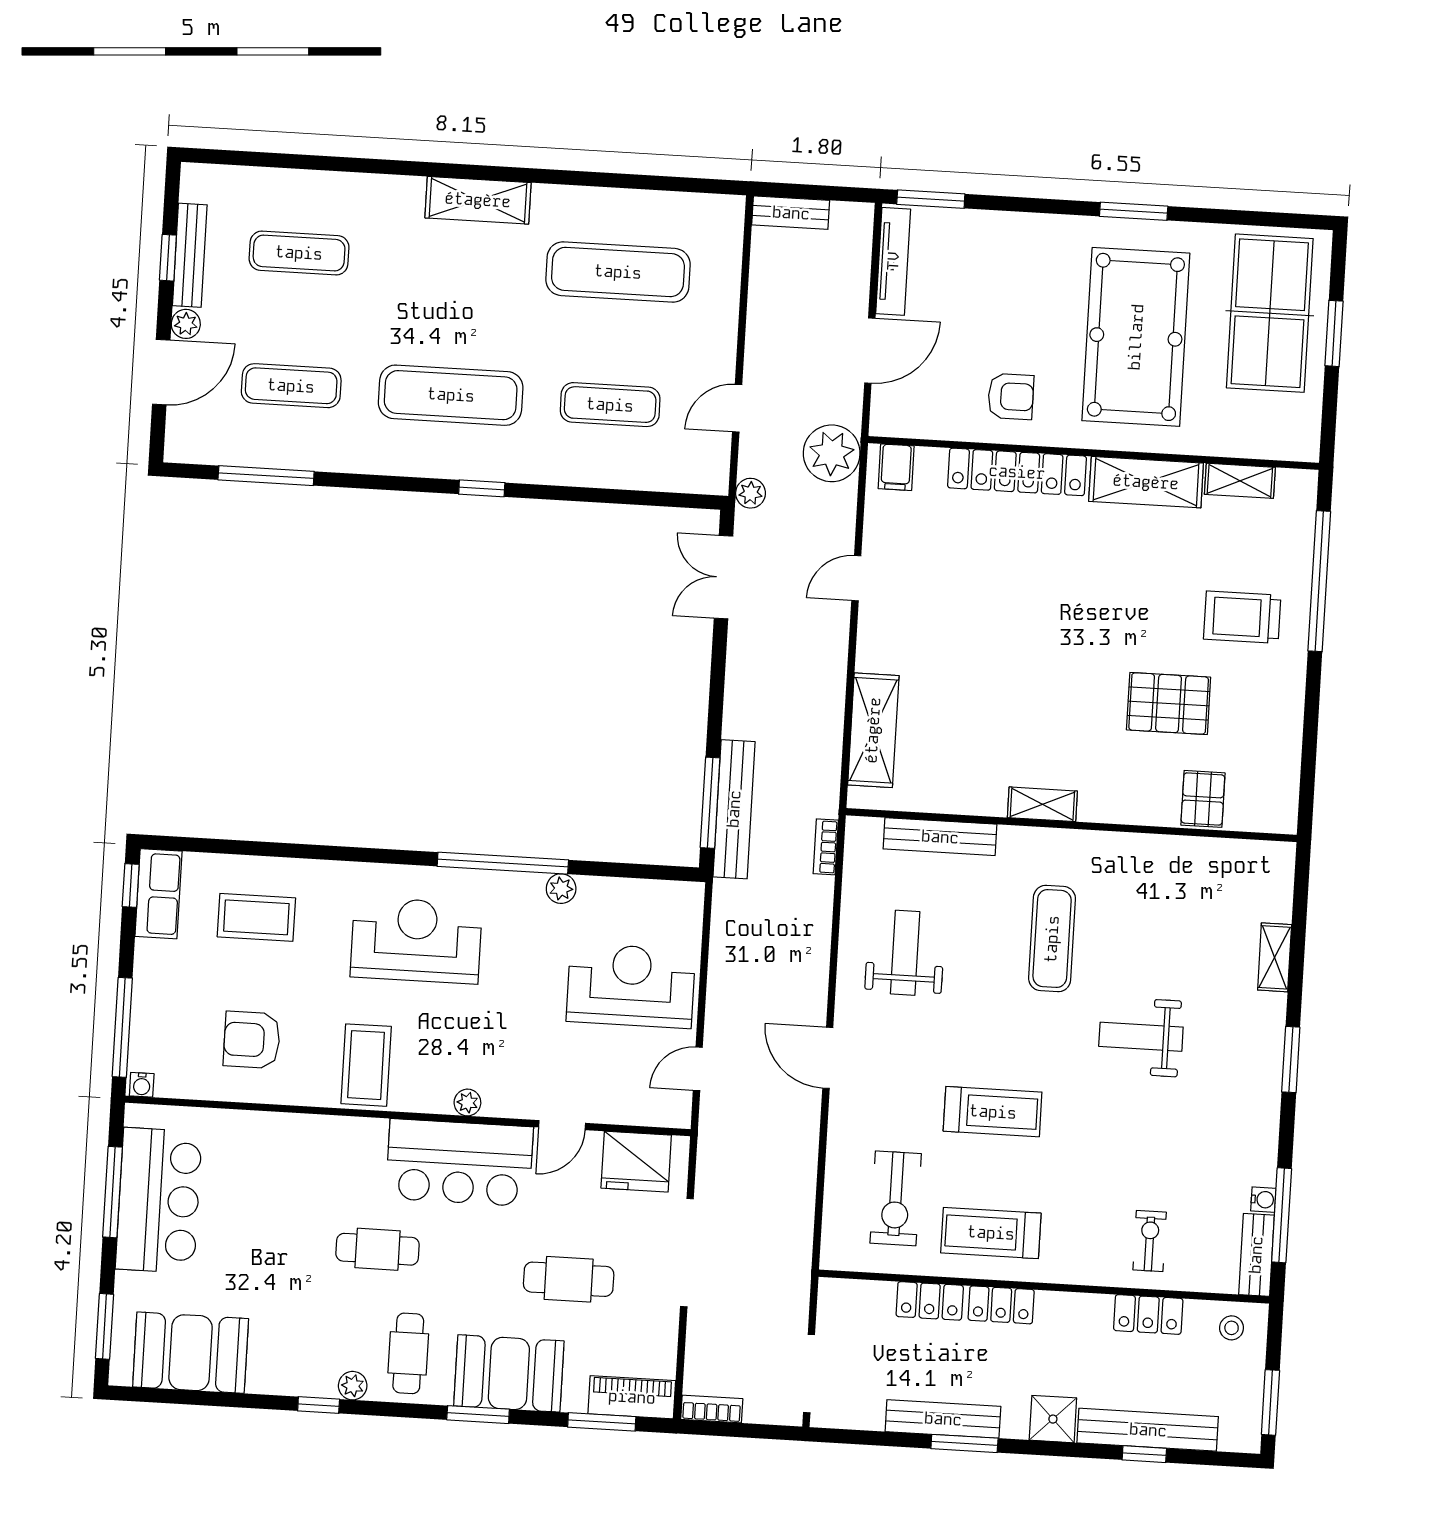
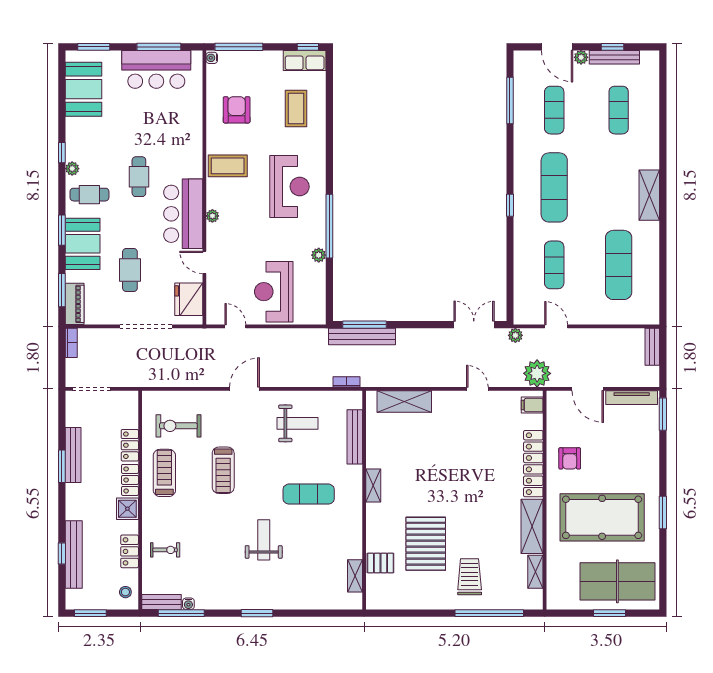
pallet: (1169, 703) -> (426, 544), width x1.37, depth x1.41
shelving: (1275, 957) -> (355, 576), moved, turned 90
reception desk: (631, 986) -> (274, 292), turned 180
shower: (1053, 1419) -> (127, 509), moved

